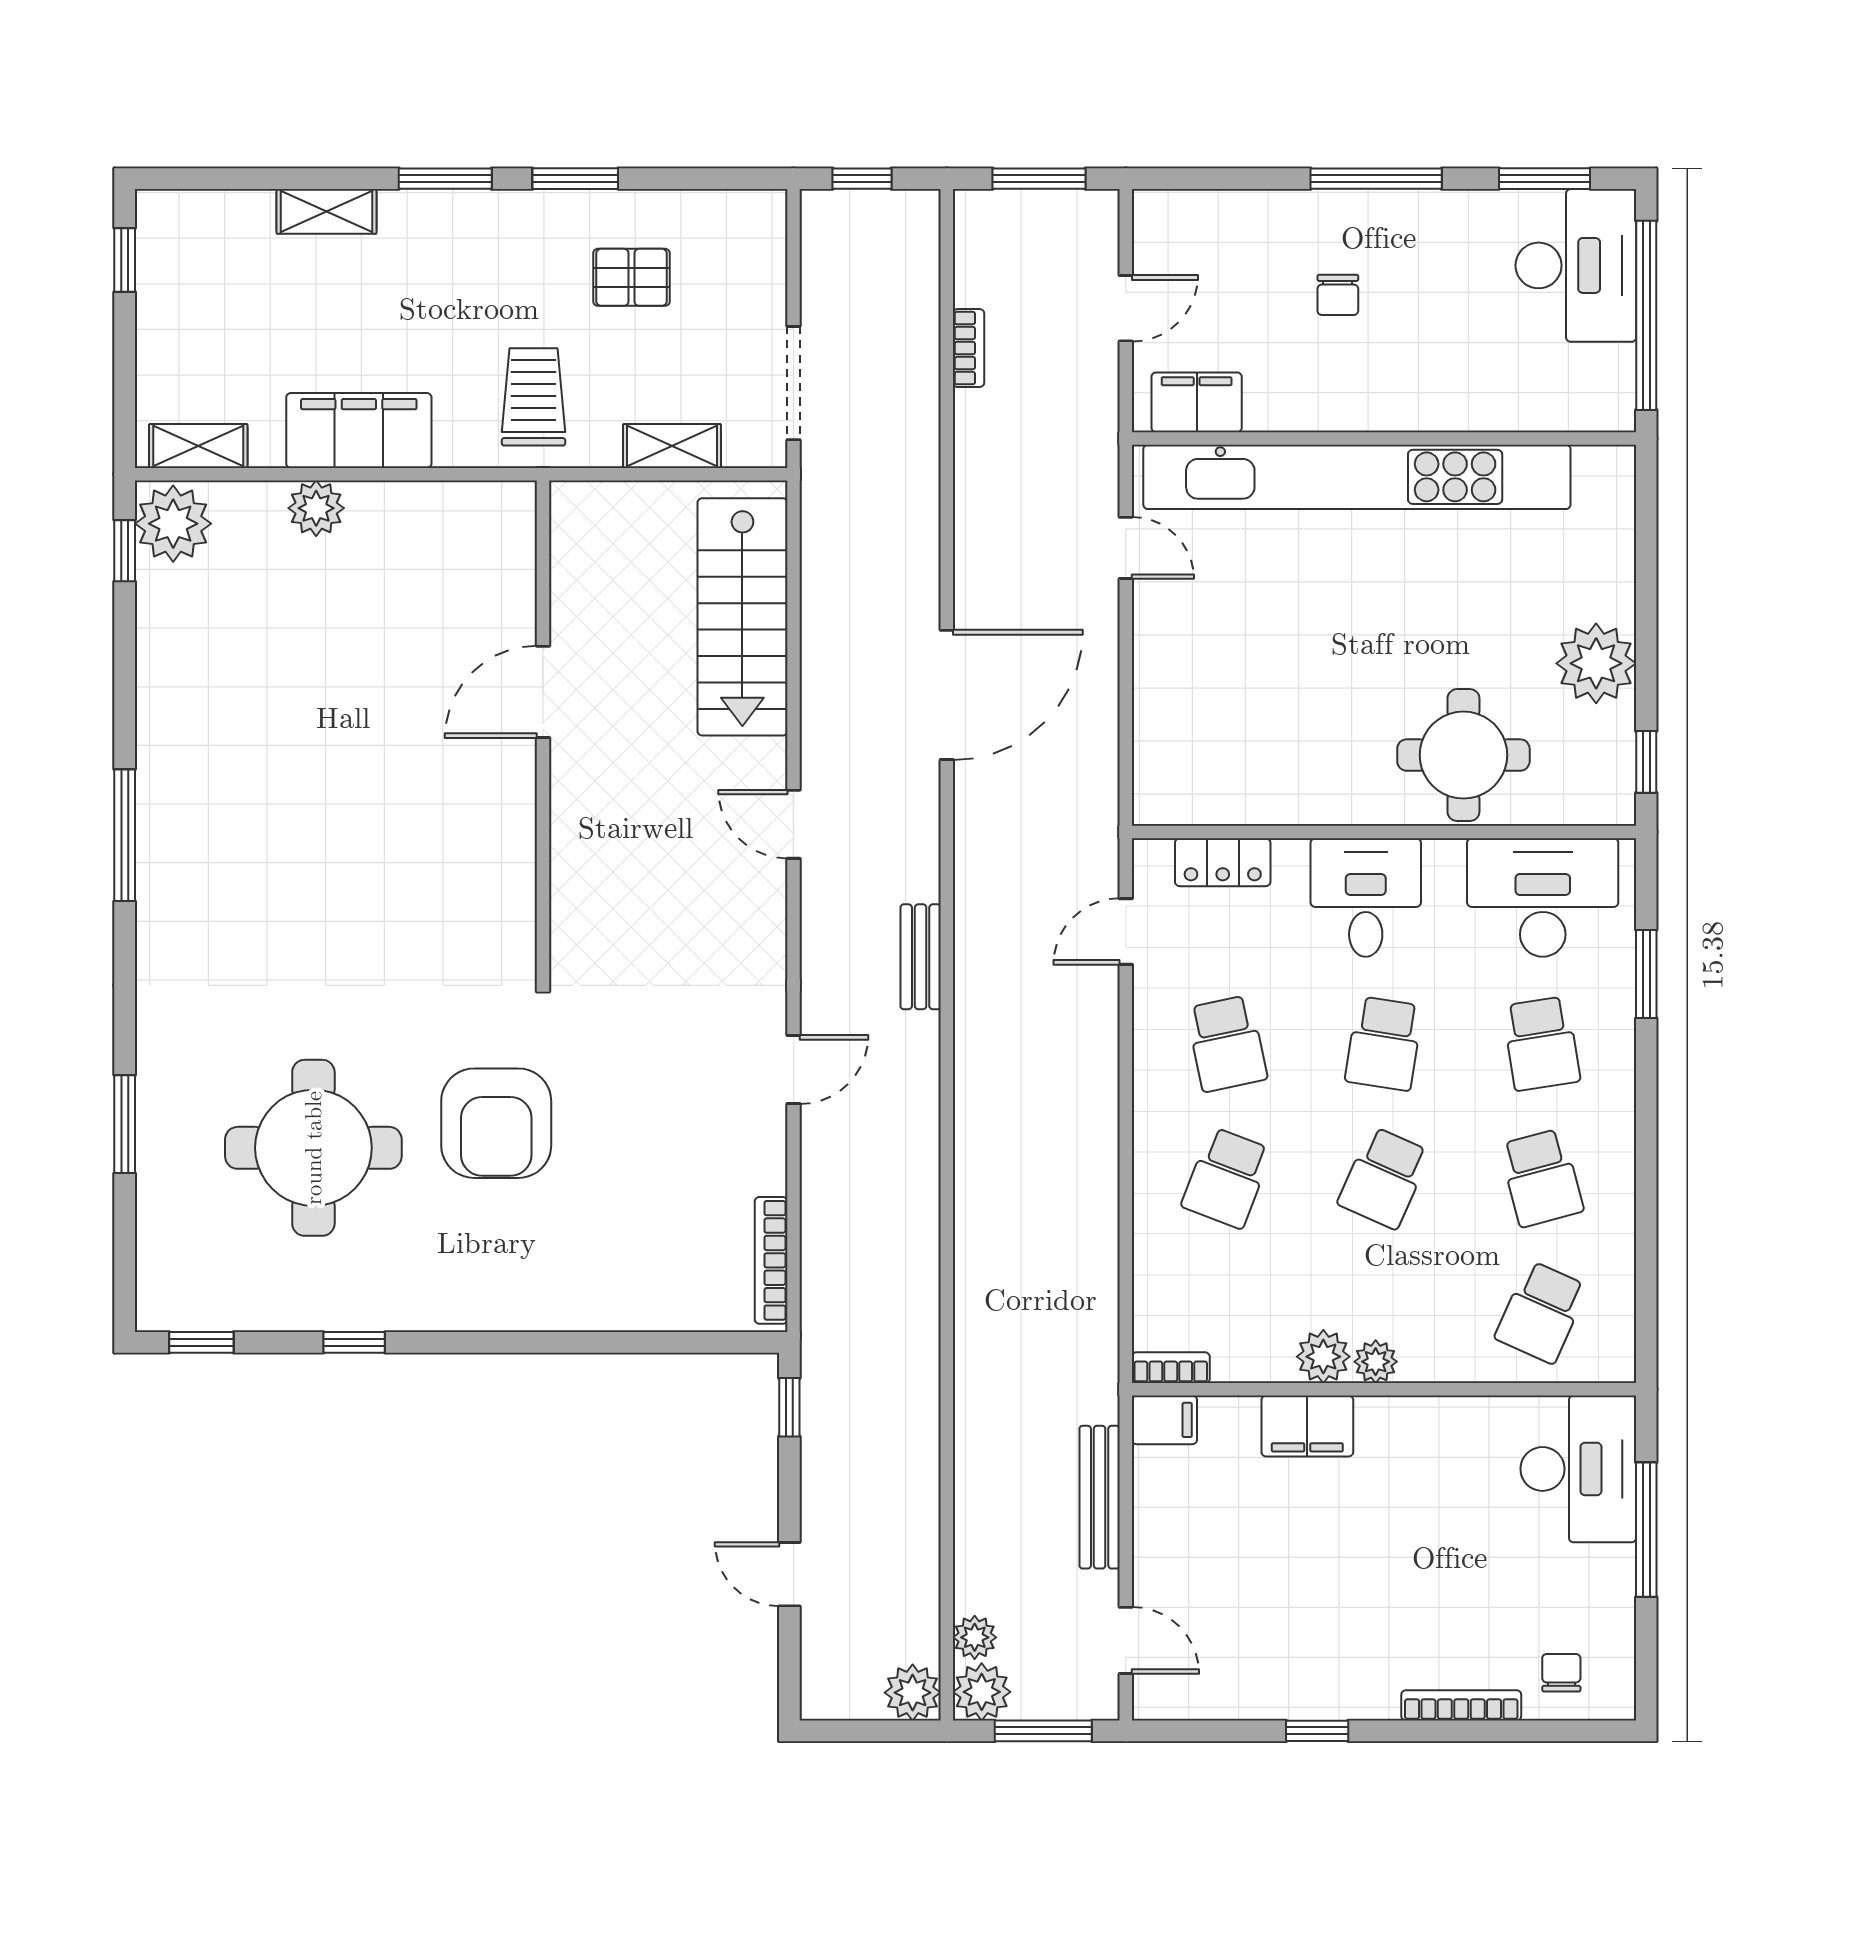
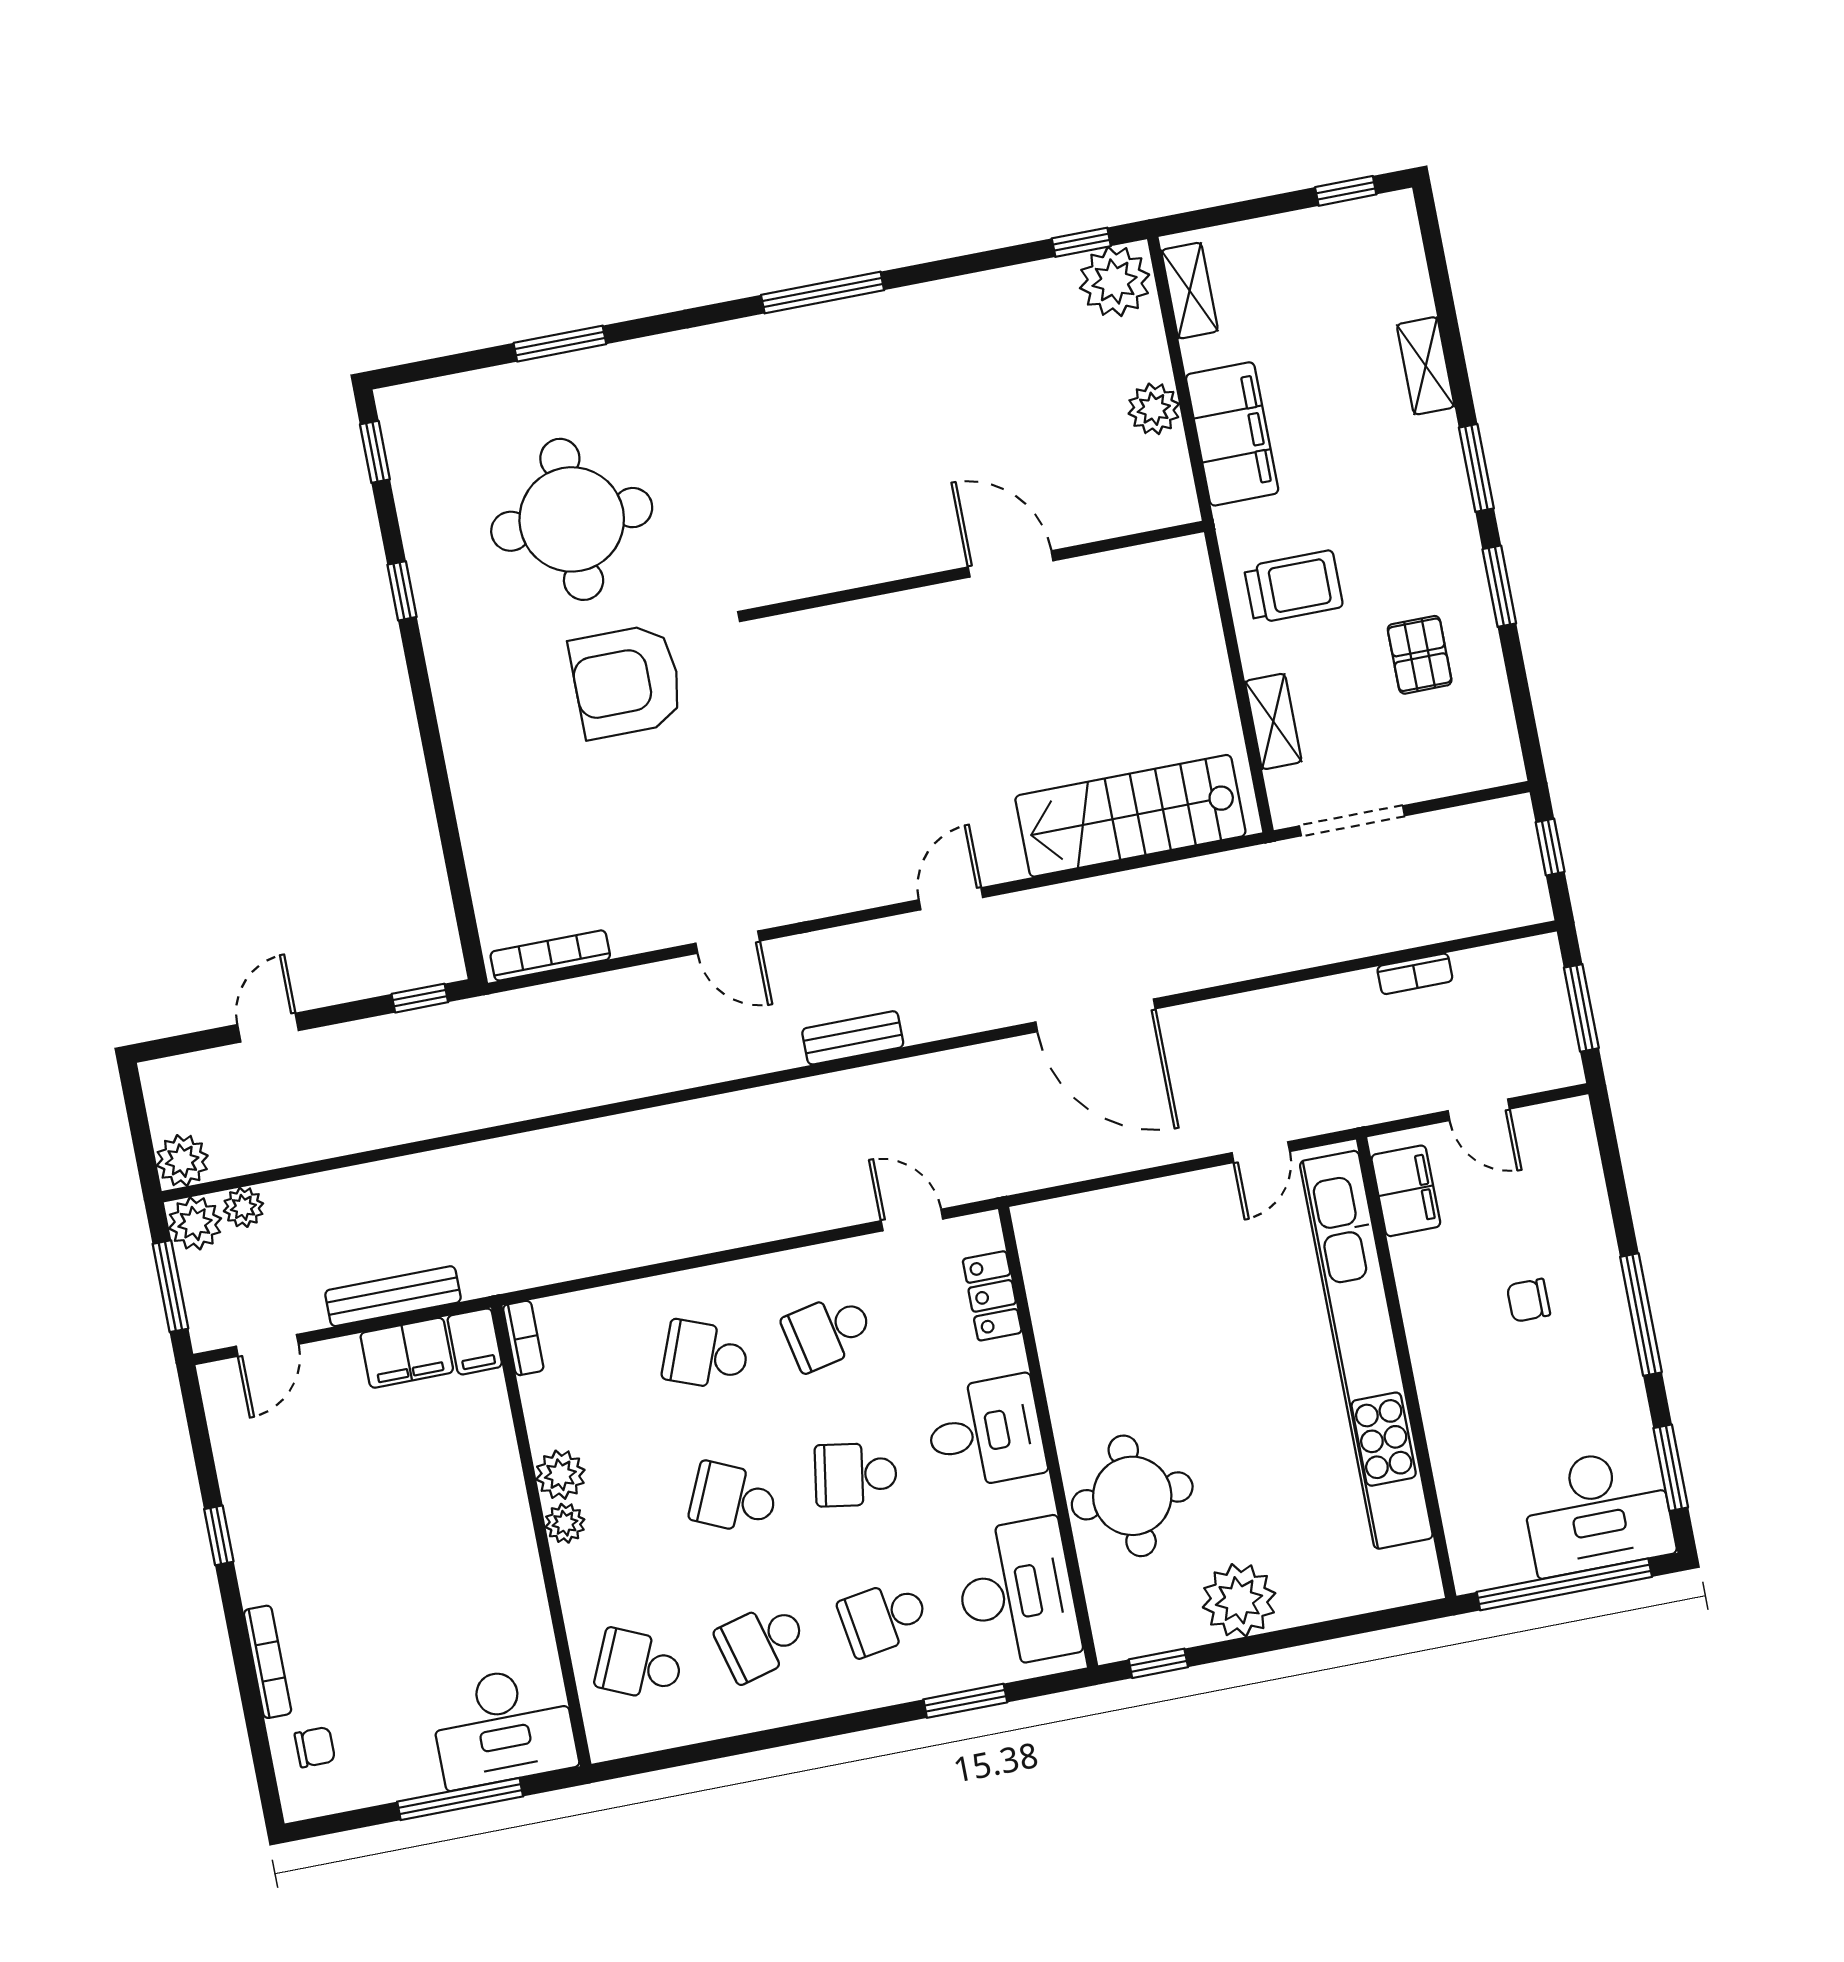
door: (543, 692) -> (1011, 564), moved
wall: (543, 730) -> (976, 571), moved
filing cabinet: (1307, 1426) -> (407, 1353), moved, turned -90

